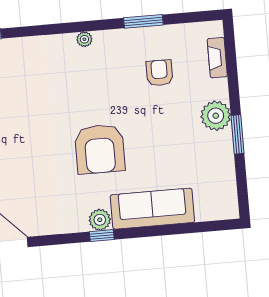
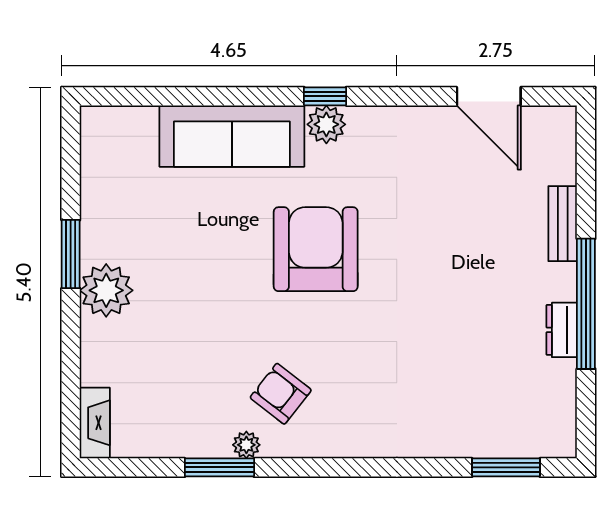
plant: (84, 39) -> (246, 445), moved
fireplace: (217, 58) -> (95, 423), moved
armchair: (159, 73) -> (281, 394), moved, turned 128

